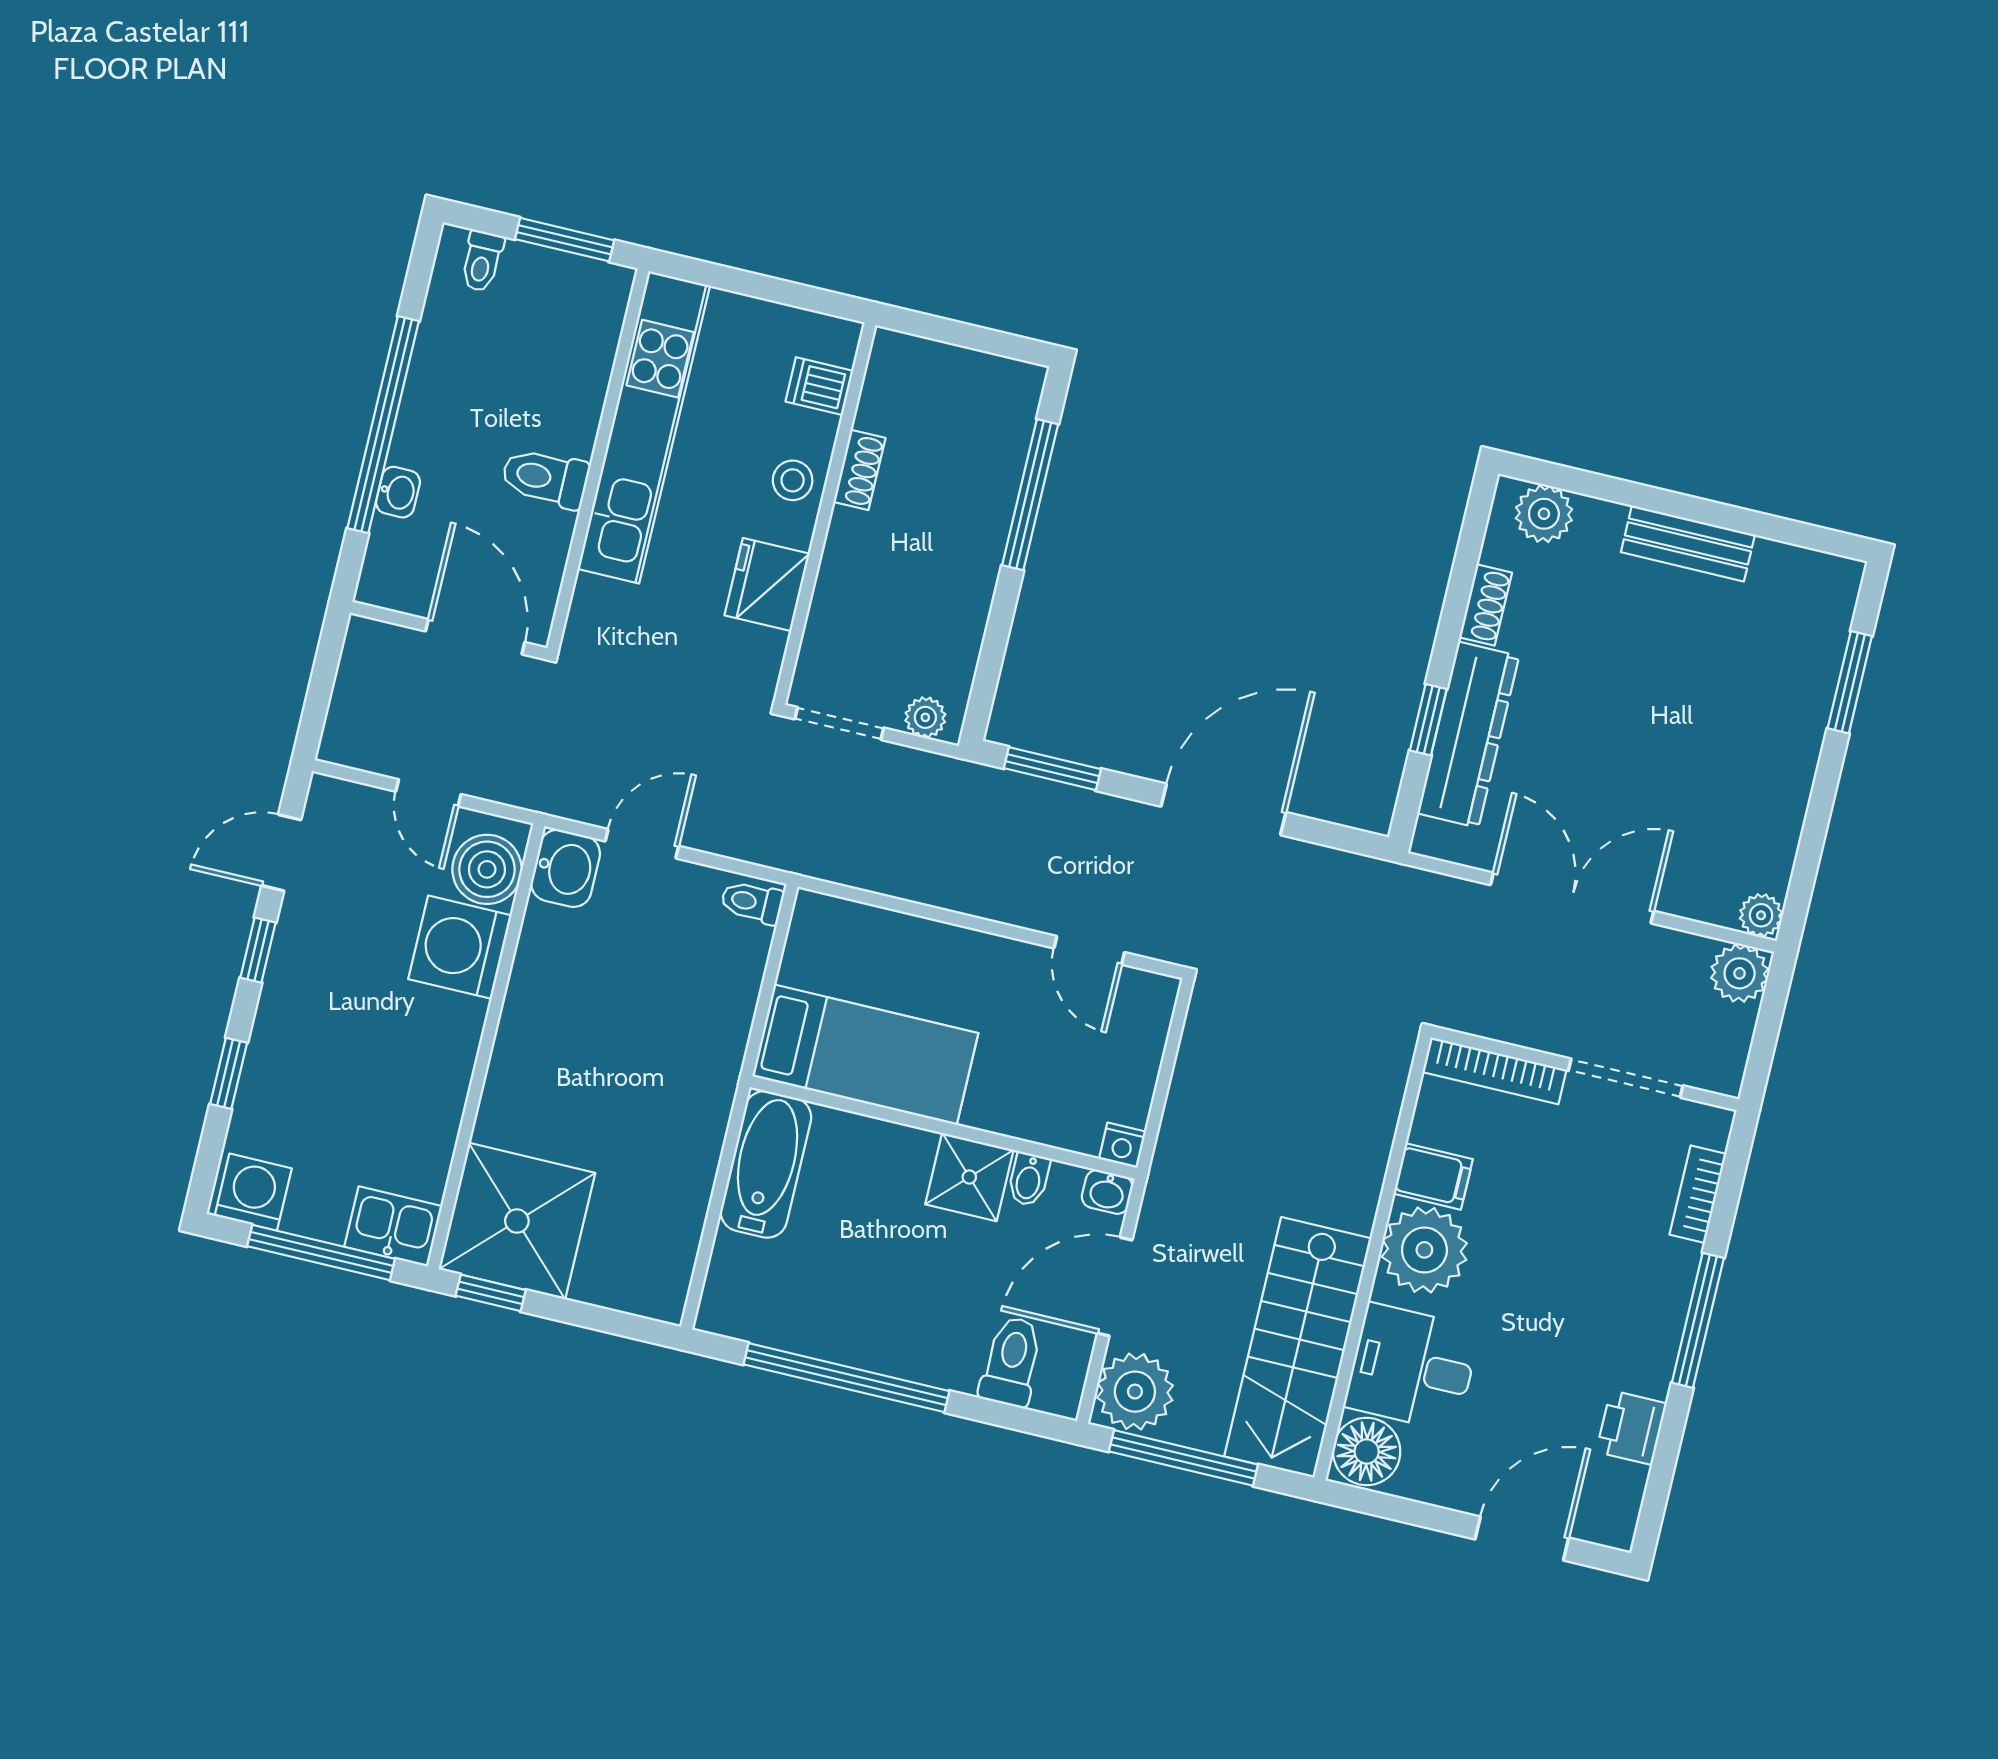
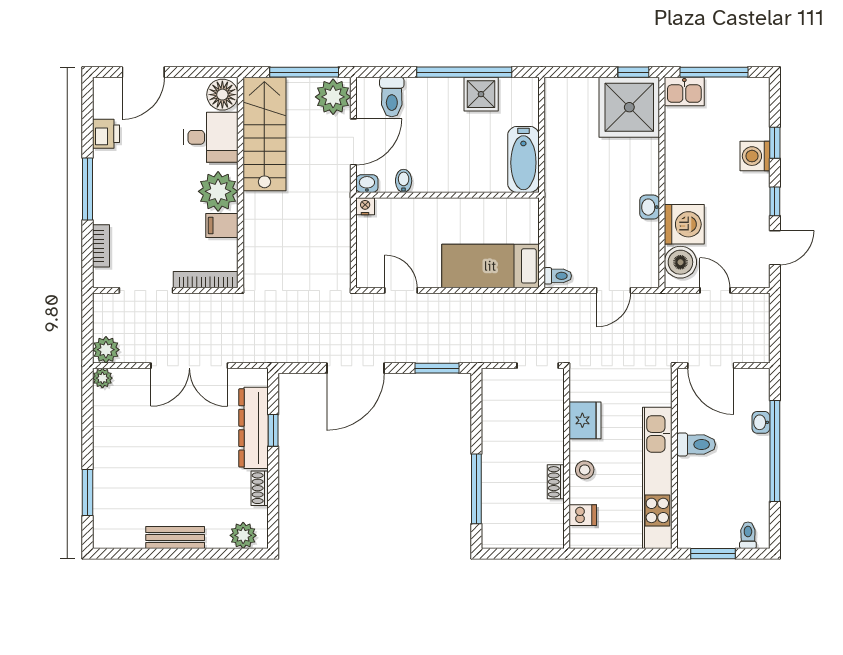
plant: (925, 717) -> (500, 378), removed
washbasin: (566, 868) -> (650, 207), moved, width x0.72, depth x0.69
bed: (865, 1055) -> (490, 266), moved
shower: (969, 1177) -> (481, 94), moved
washing machine: (253, 1192) -> (755, 156), moved, turned 90

